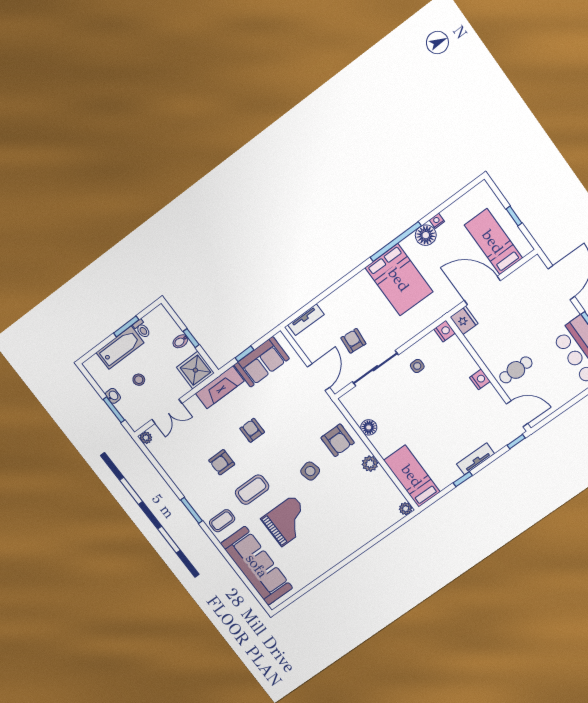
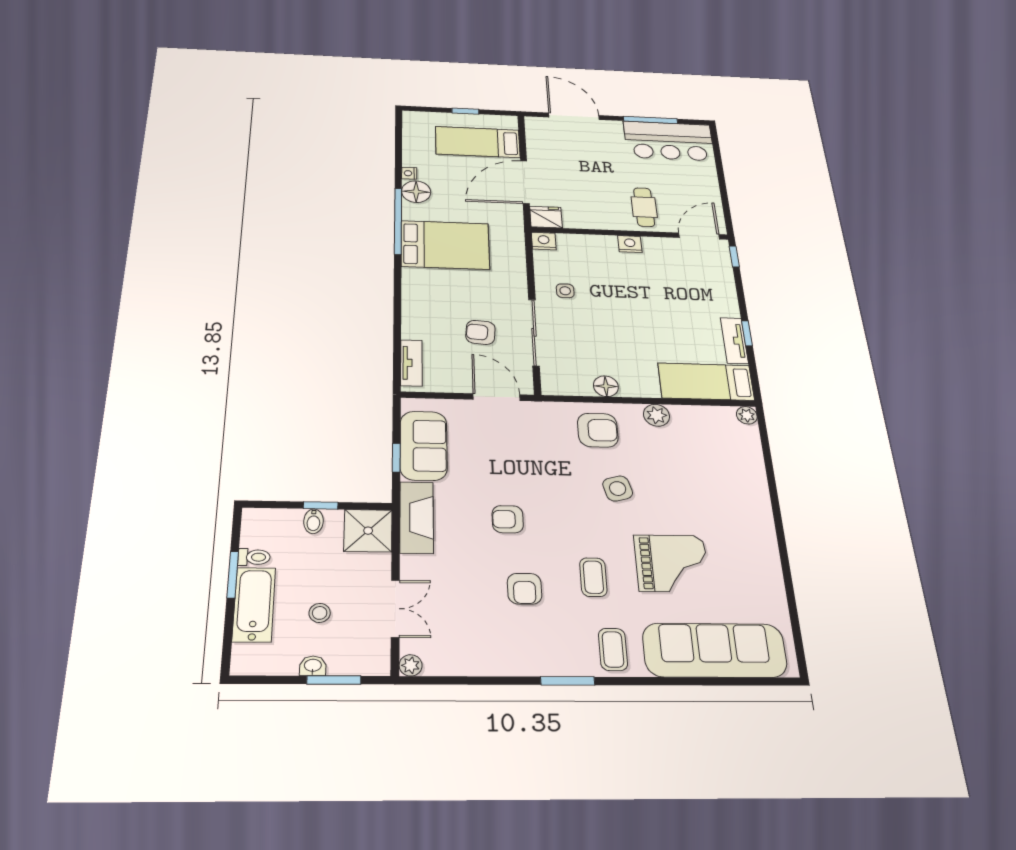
tv unit: (476, 459) -> (734, 341), moved
coffee table: (252, 490) -> (593, 577), width x0.73, depth x0.77
grand piano: (288, 521) -> (672, 563), turned 90

